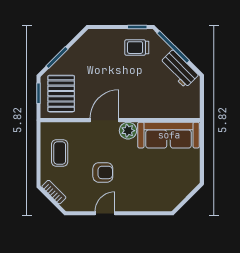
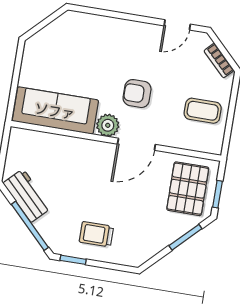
trolley: (137, 48) -> (96, 234), moved, turned 180
coffee table: (60, 153) -> (203, 111), turned 90
armchair: (103, 172) -> (137, 94), moved
door: (105, 213) -> (177, 25), moved

